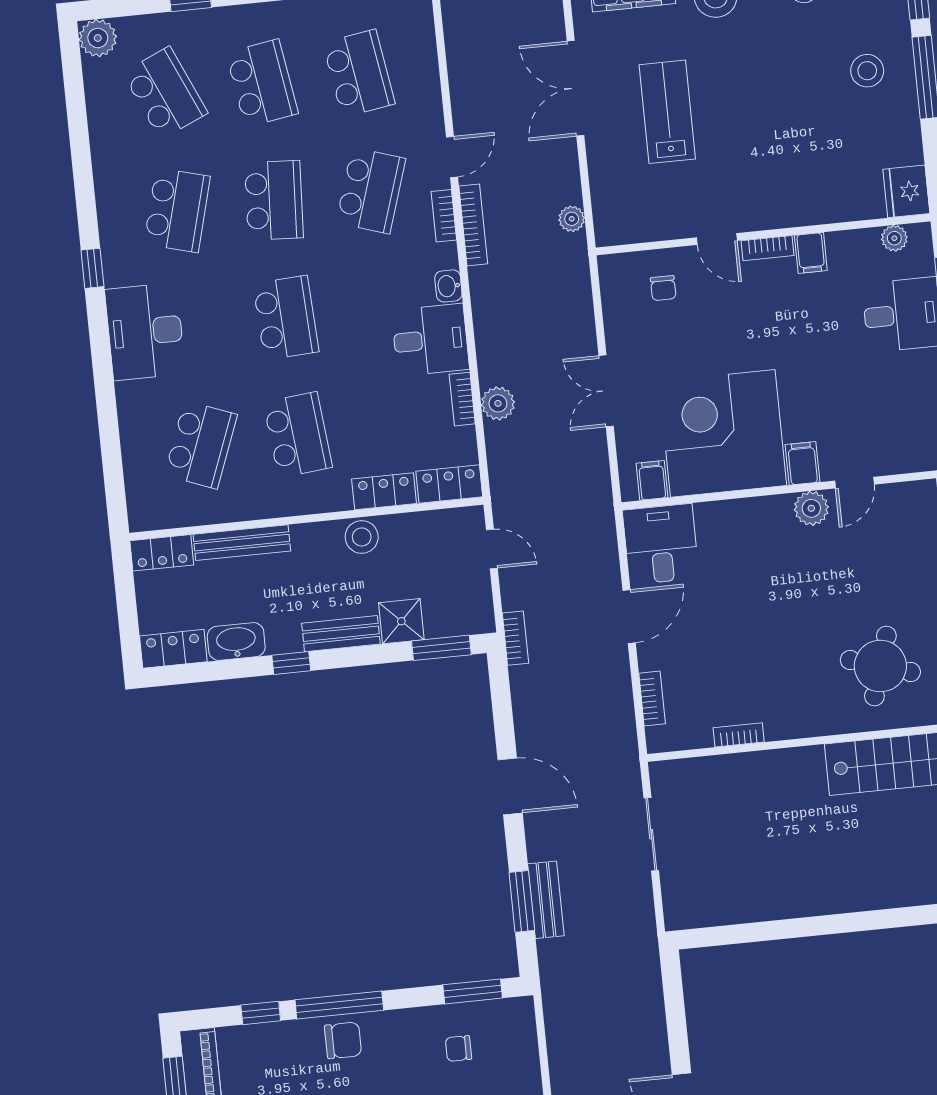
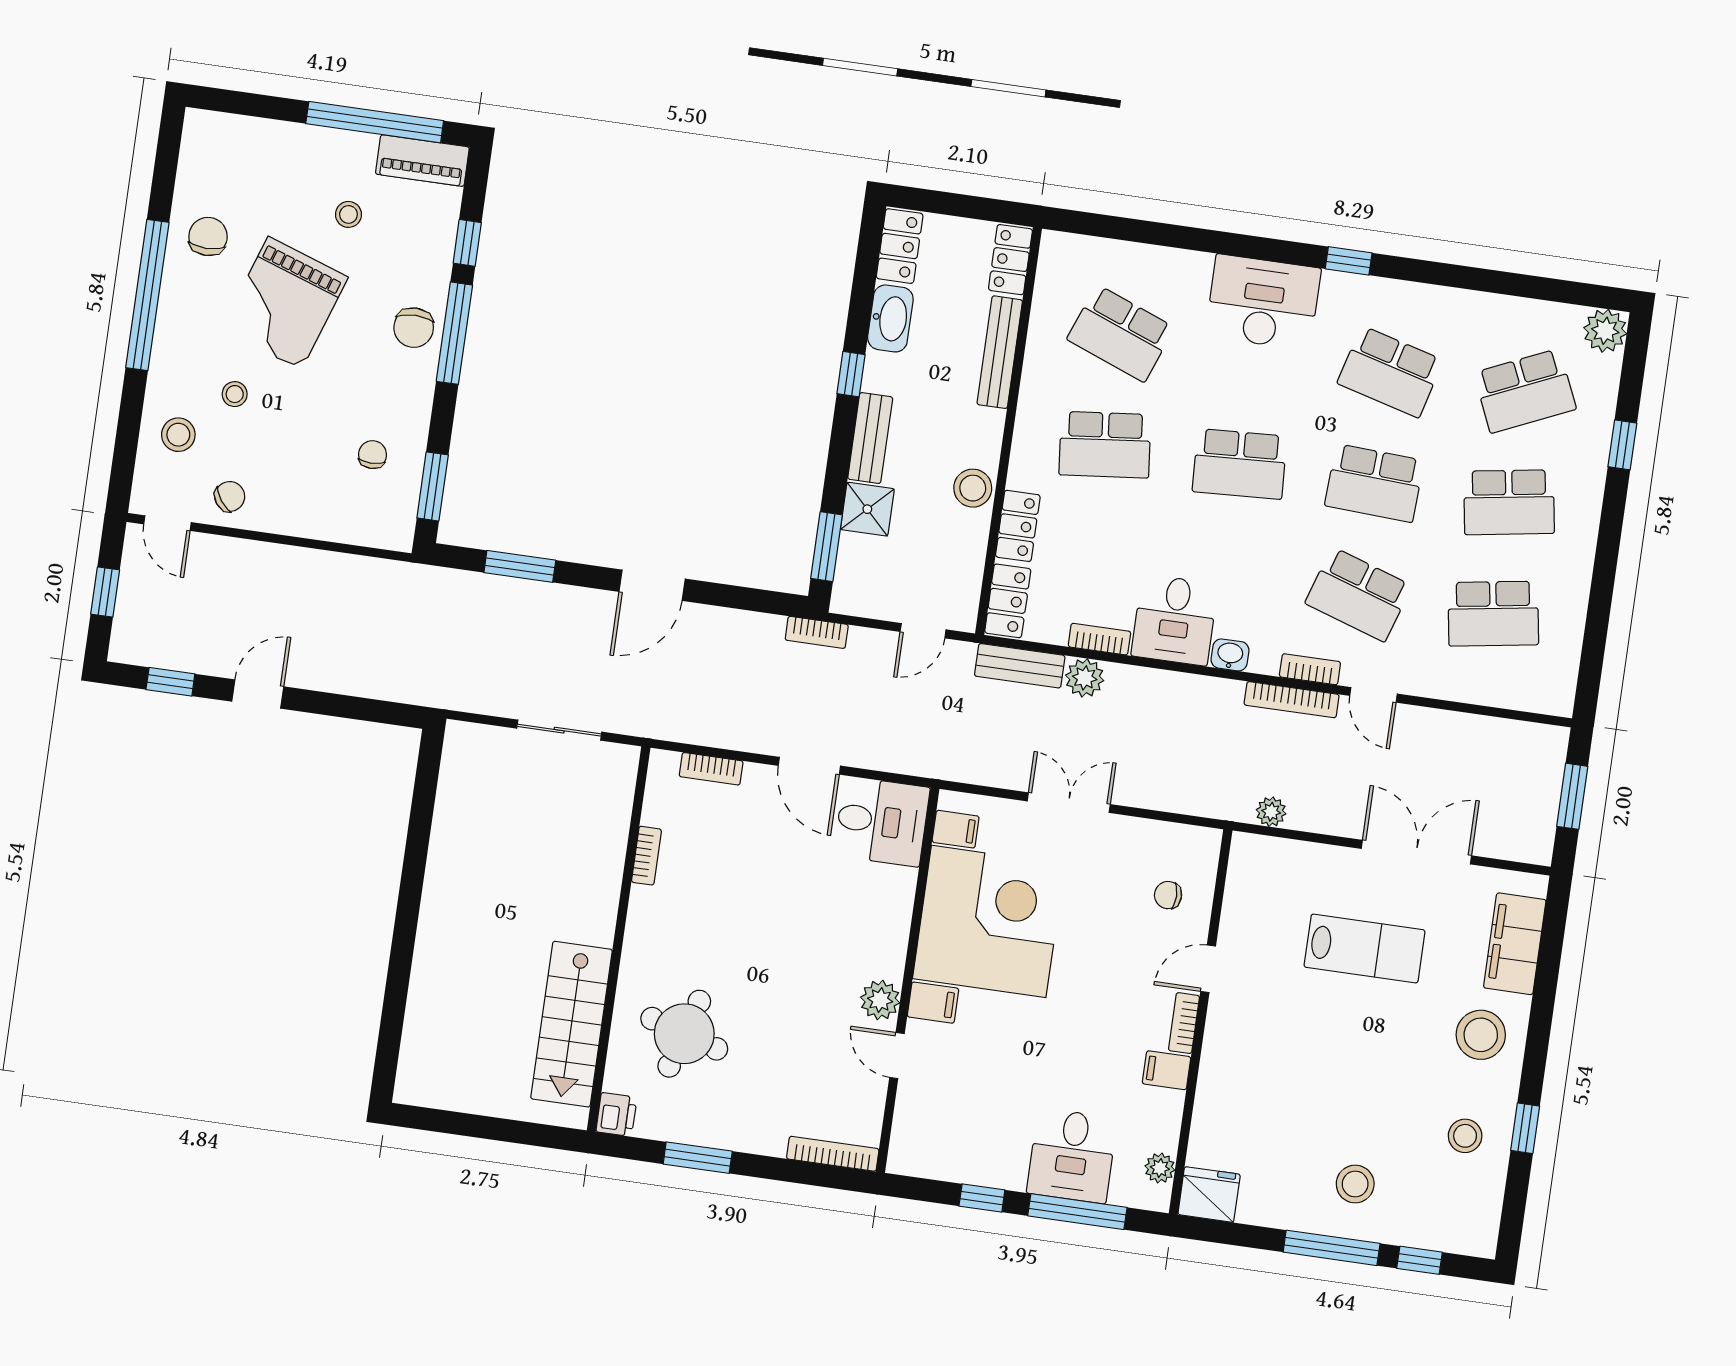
bench: (546, 900) -> (1020, 666), moved

